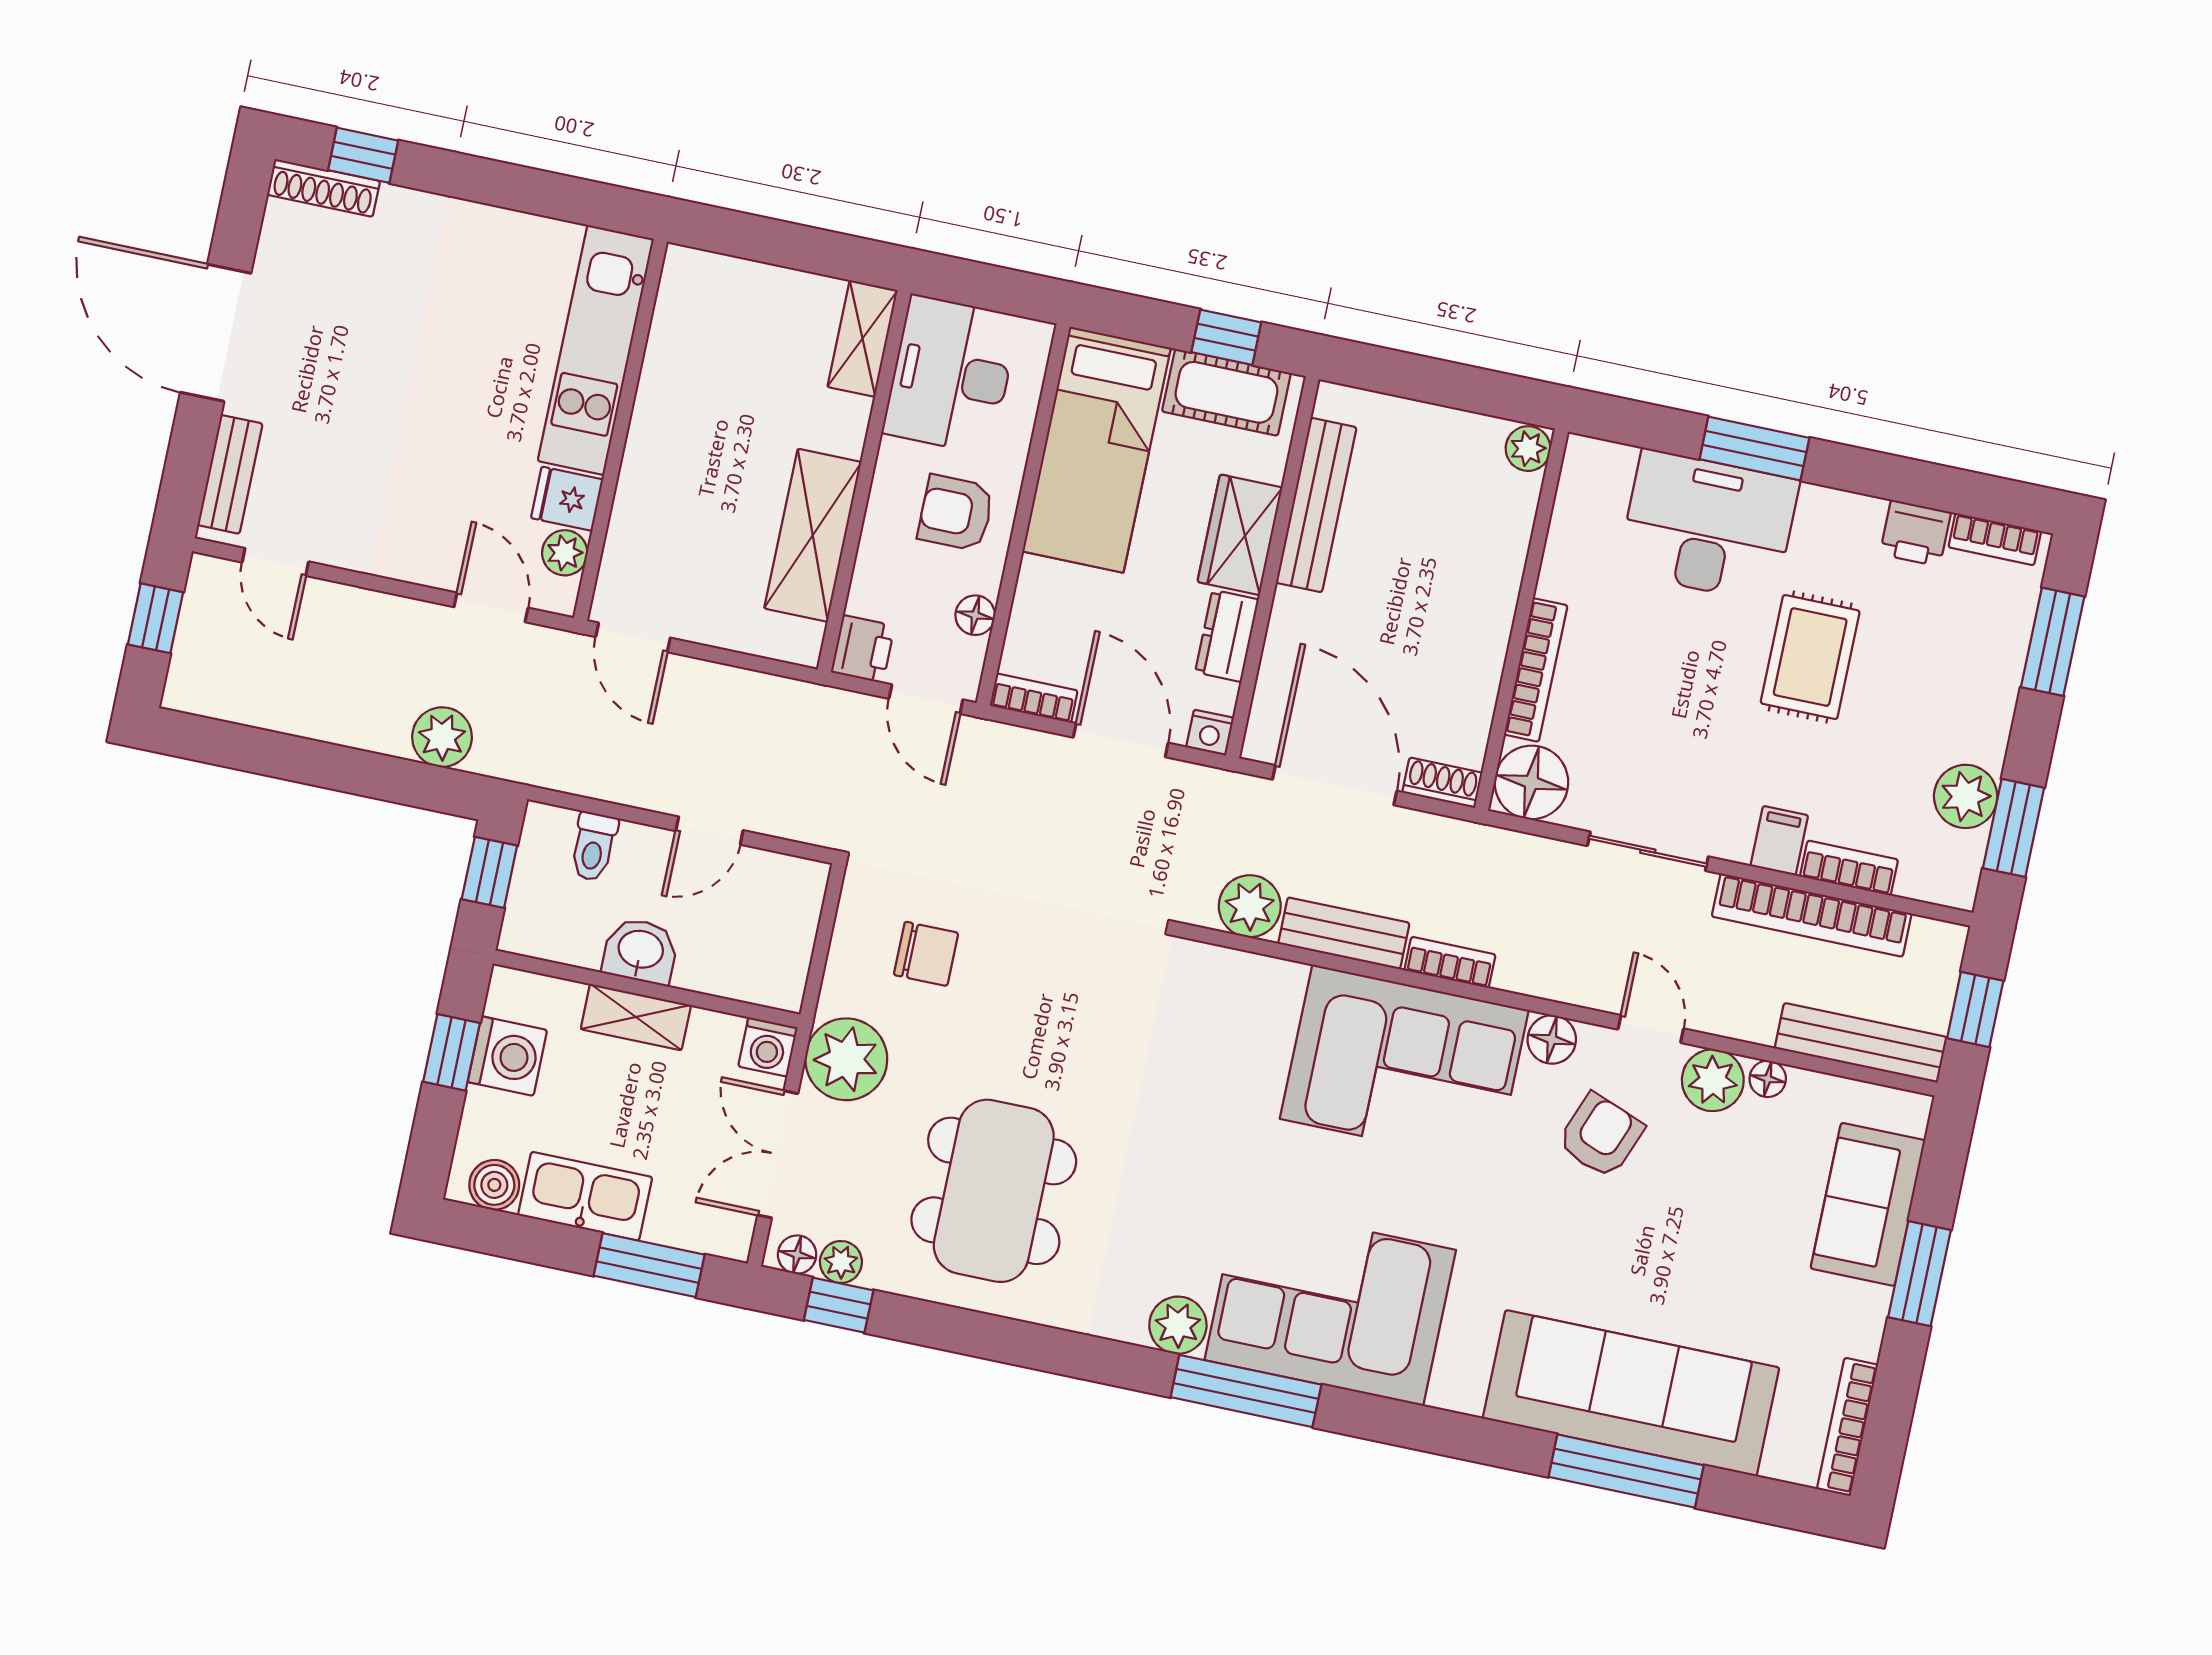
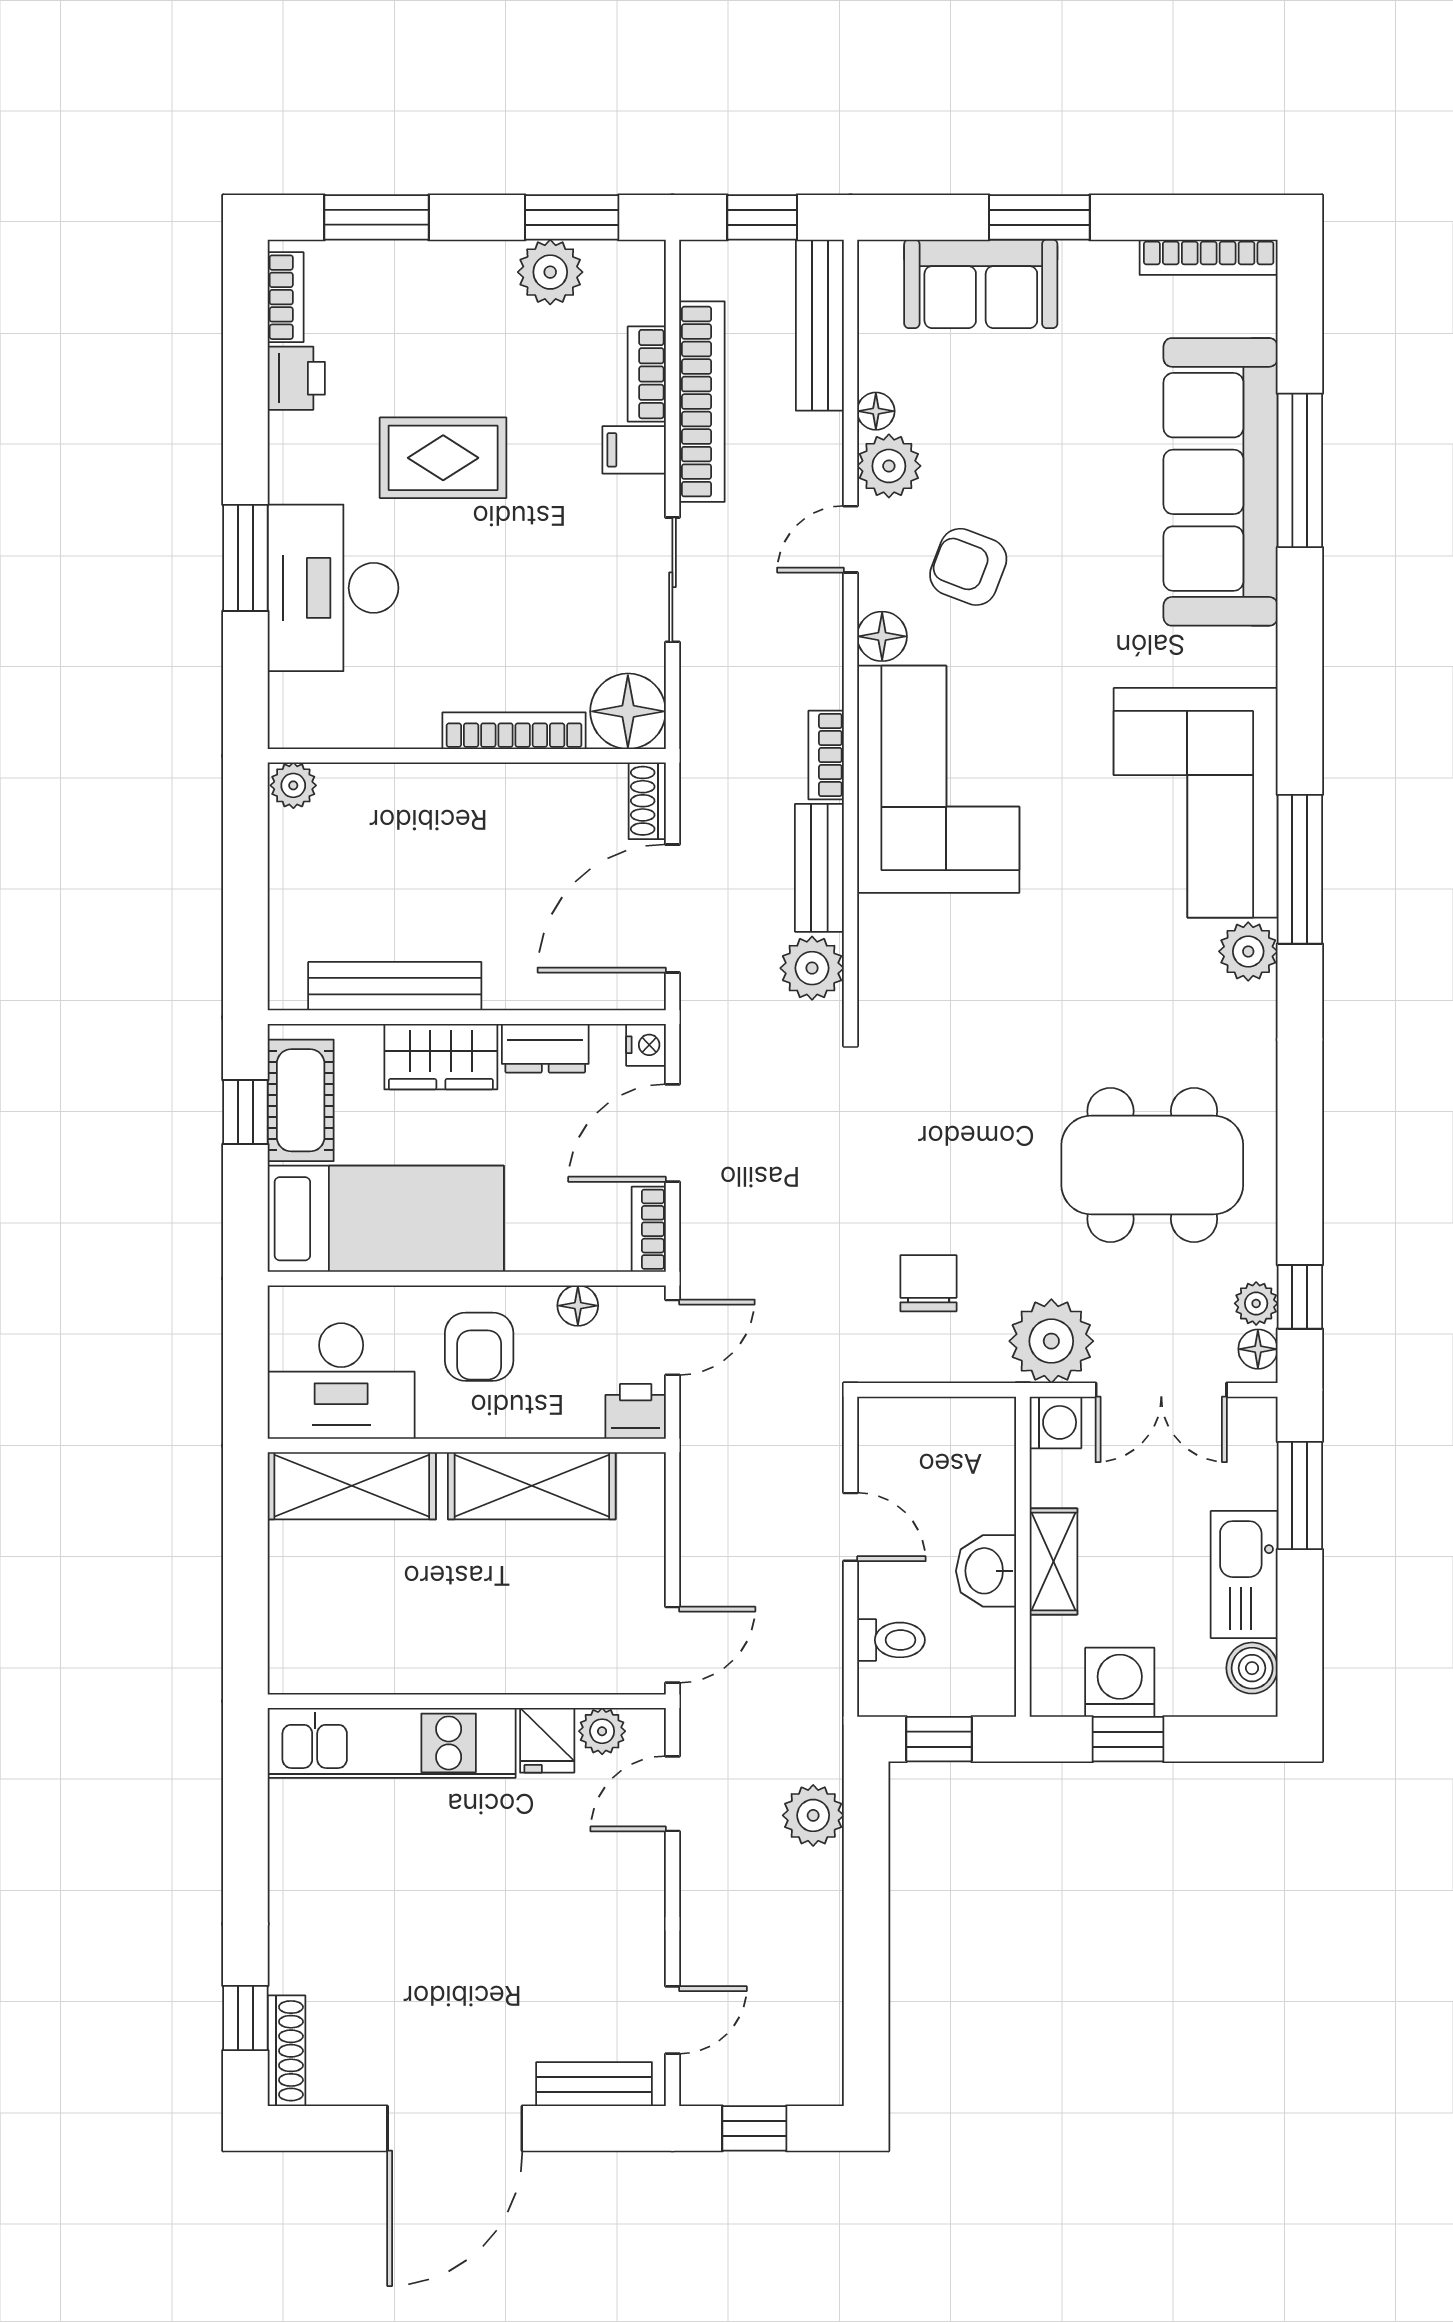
shelving: (862, 339) -> (352, 1486), width x1.50, depth x1.33

